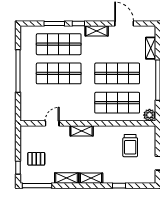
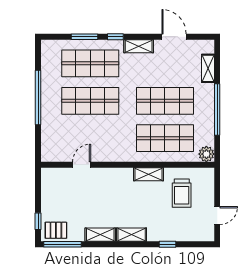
shelving: (82, 131) -> (148, 174), moved
pallet: (36, 159) -> (56, 230), moved

